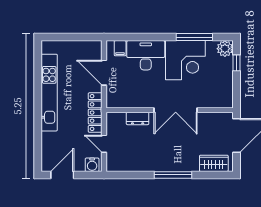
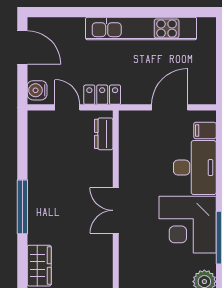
double door: (176, 110) -> (116, 210), width x0.73
locker: (95, 113) -> (102, 95), width x0.66
dresser: (138, 118) -> (104, 134), moved
door: (104, 144) -> (67, 107), hinge flipped

